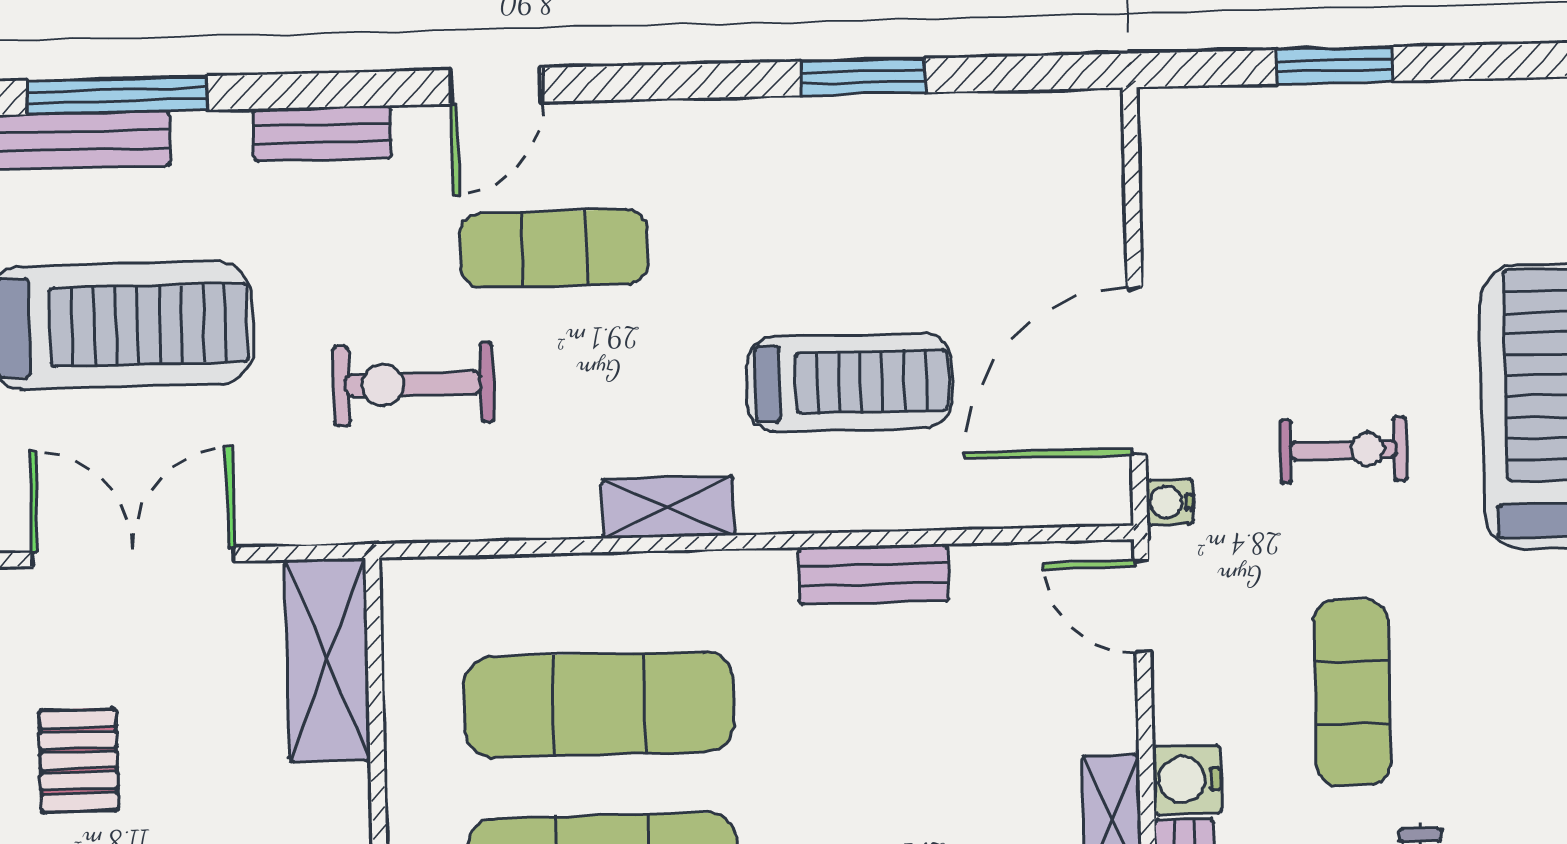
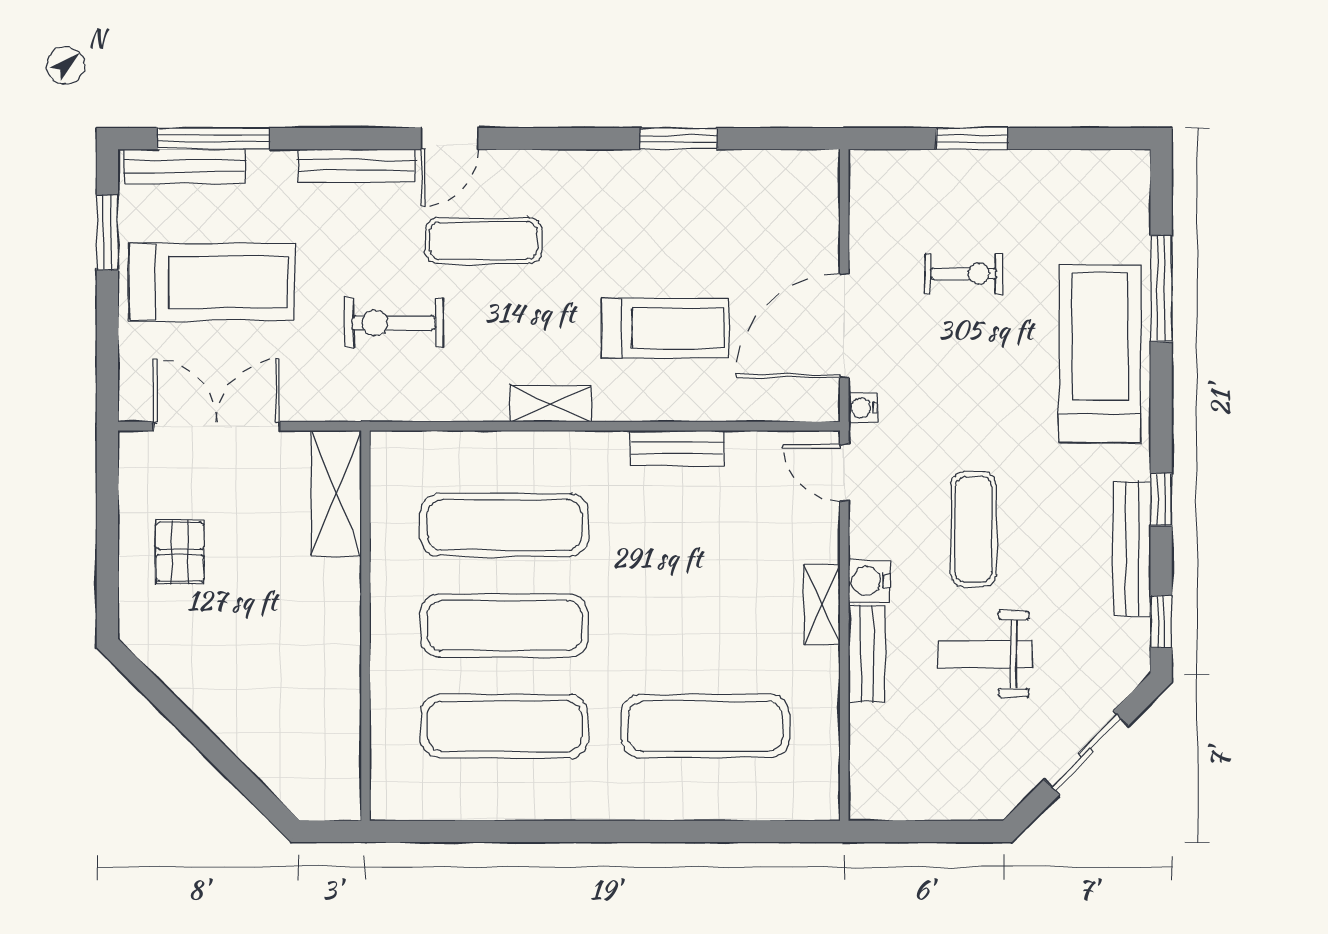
bench: (322, 133) -> (357, 165), width x1.36
exercise bike: (1344, 450) -> (964, 274), moved

